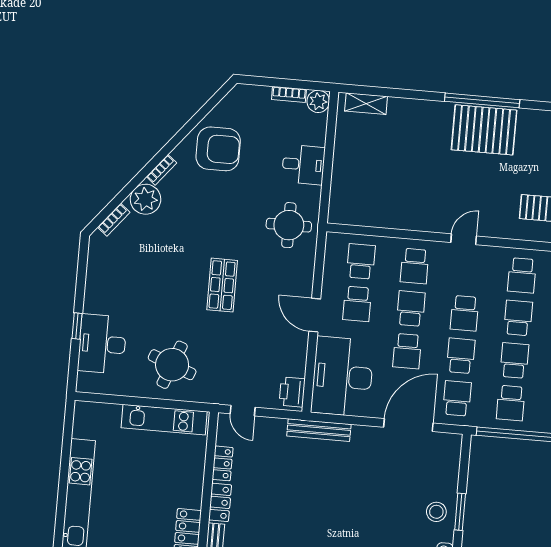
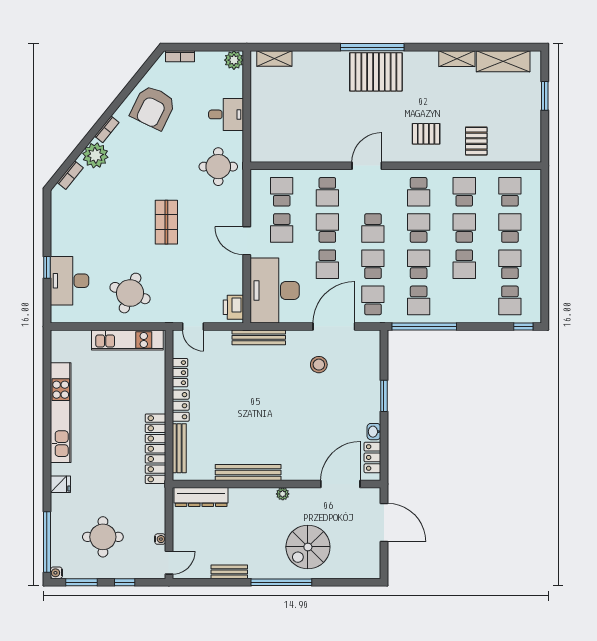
bookcase: (289, 94) -> (180, 56), moved
armchair: (218, 149) -> (153, 108), turned 116
door: (464, 239) -> (367, 166), width x1.38
stool: (436, 512) -> (319, 365), moved

